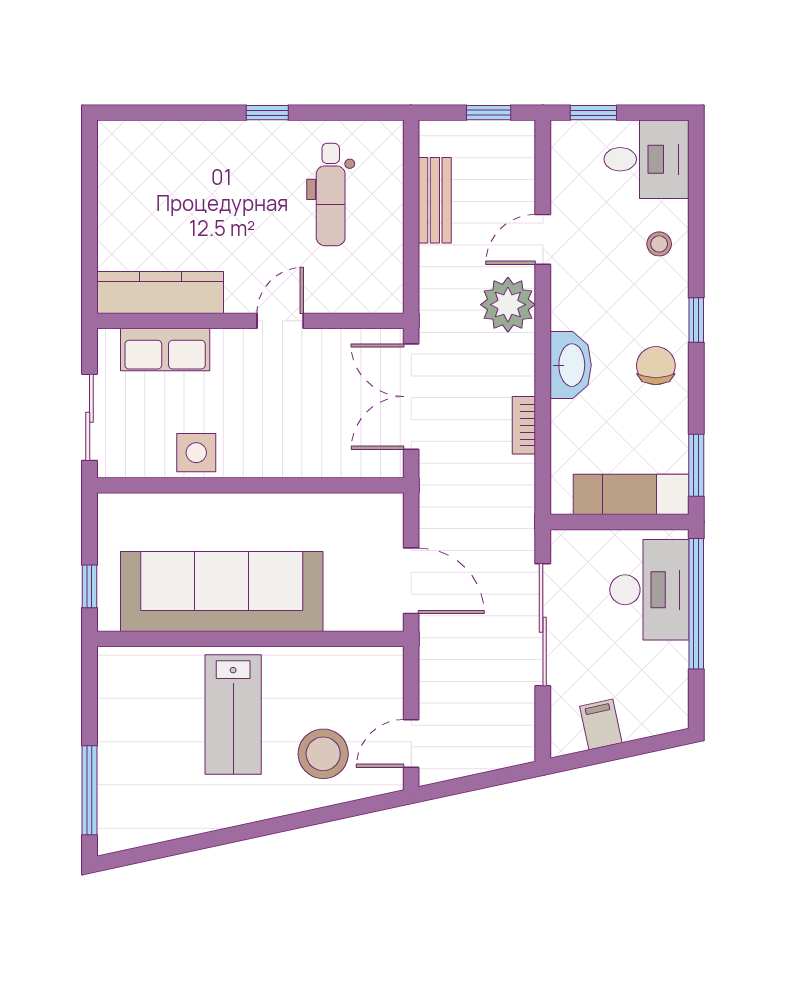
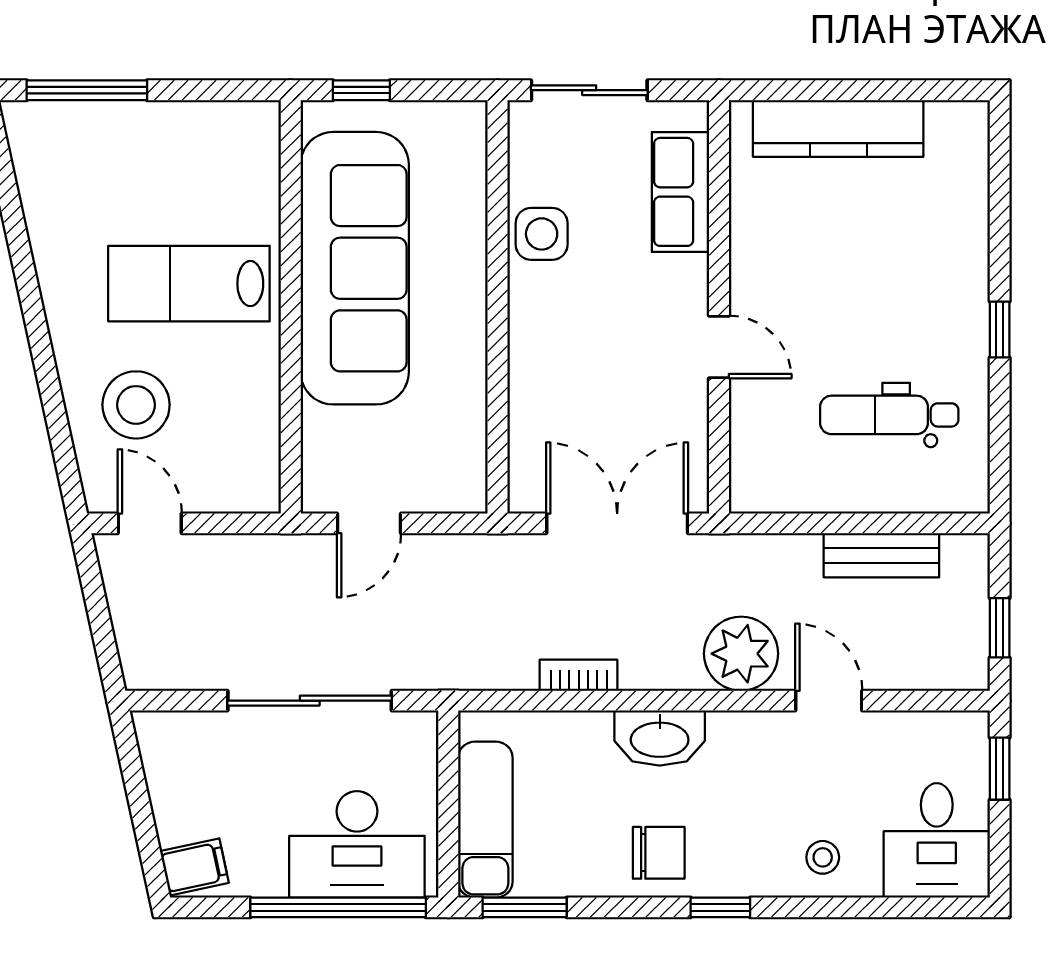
kitchen counter: (160, 293) -> (838, 128), moved, turned 90
door: (411, 581) -> (369, 523), width x0.73
filing cabinet: (601, 725) -> (194, 867), moved

